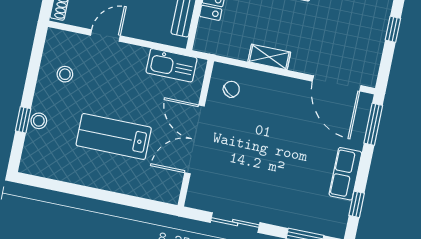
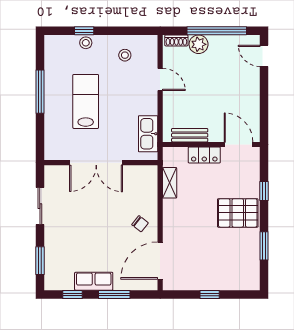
shelving: (269, 57) -> (170, 183), moved
chair: (231, 89) -> (140, 224), moved
window: (373, 124) -> (114, 294), moved
double door: (195, 139) -> (96, 163), swing flipped
window: (89, 192) -> (40, 92), added

